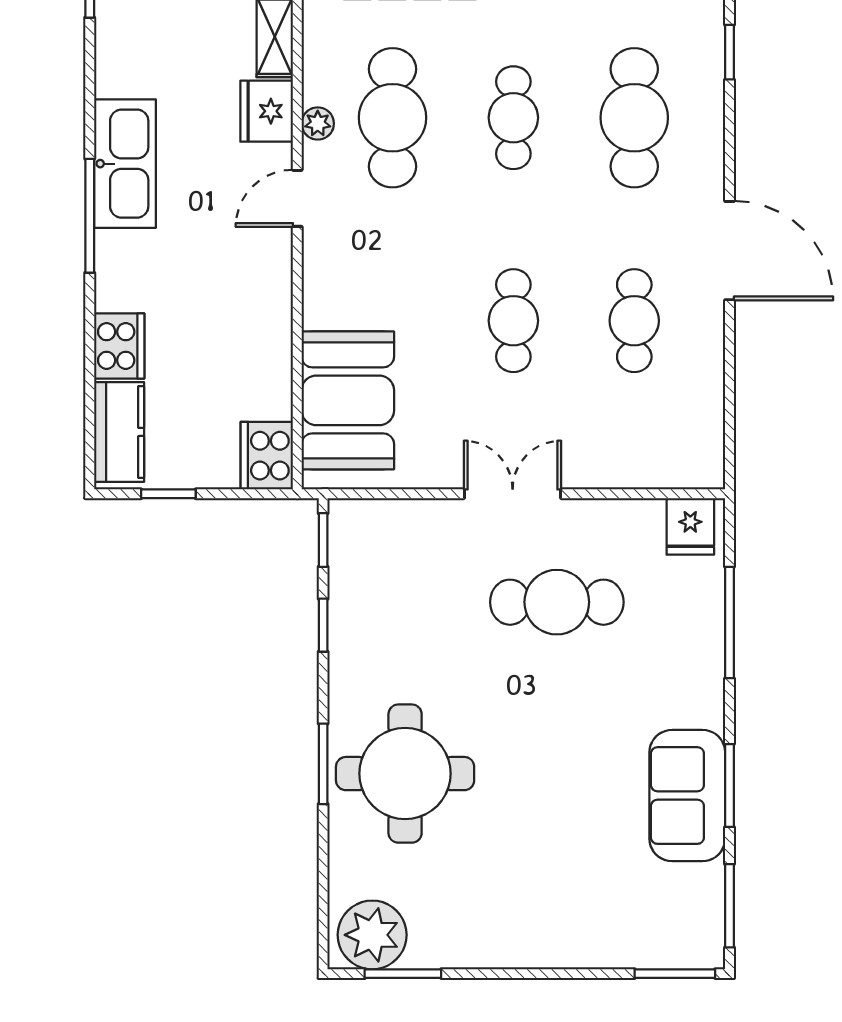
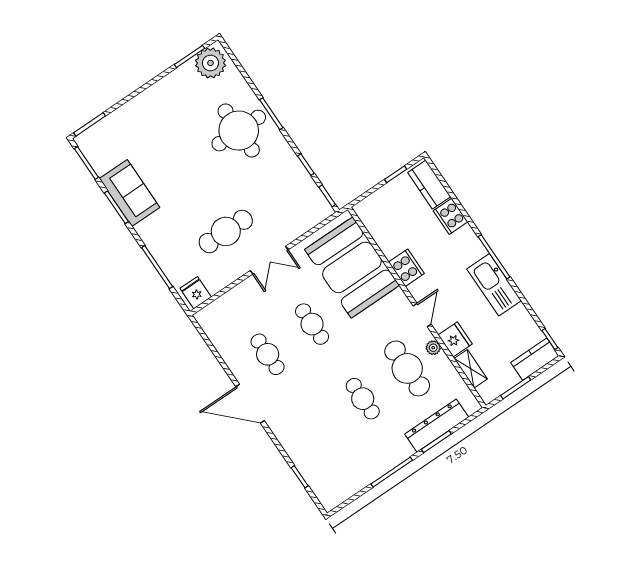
cafe table: (634, 118) -> (318, 429), removed
booth: (348, 400) -> (352, 267), width x1.36, depth x1.42
cooker: (267, 456) -> (406, 268), moved

